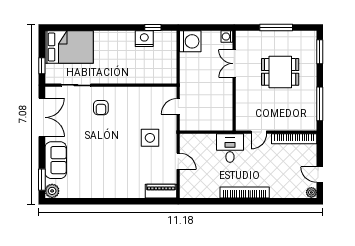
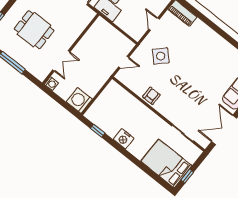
nightstand: (144, 39) -> (124, 139), moved
window: (42, 66) -> (187, 176), moved
armchair: (101, 108) -> (151, 96), moved
side table: (150, 138) -> (161, 56), turned 45

